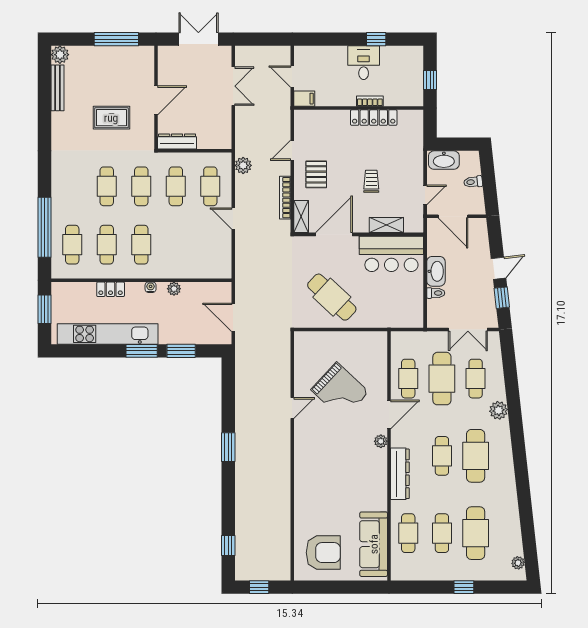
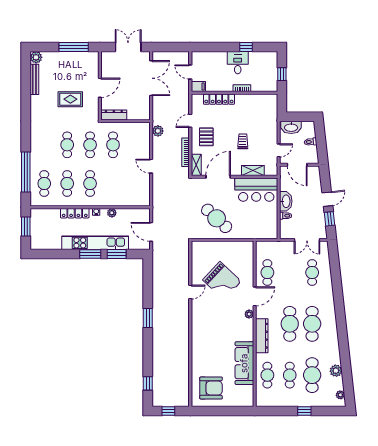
double door: (233, 86) -> (151, 78), width x1.37
locker: (374, 118) -> (219, 99), moved
cafe table: (210, 186) -> (136, 145), removed
locker: (111, 289) -> (75, 213), width x1.53
kitchen unit: (108, 334) -> (95, 243), moved
cafe table: (442, 379) -> (290, 272), removed
plant: (499, 410) -> (336, 371), moved
cafe table: (442, 456) -> (290, 324), width x1.37, depth x1.35
sofa: (374, 544) -> (244, 363), moved

